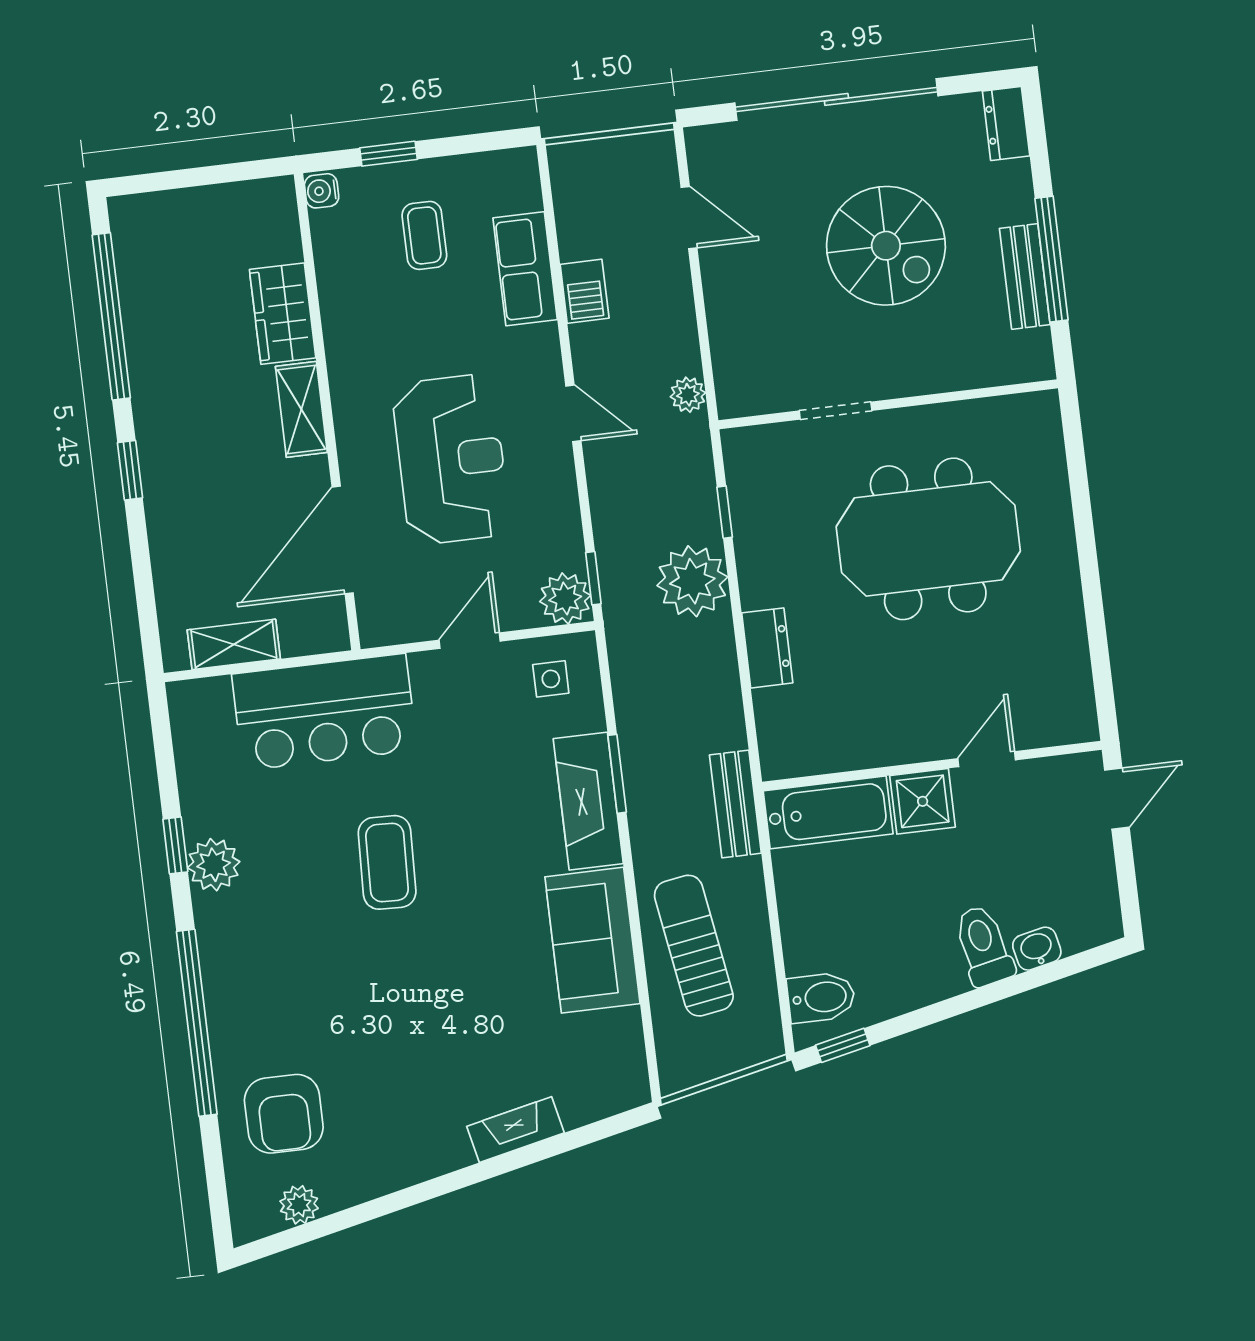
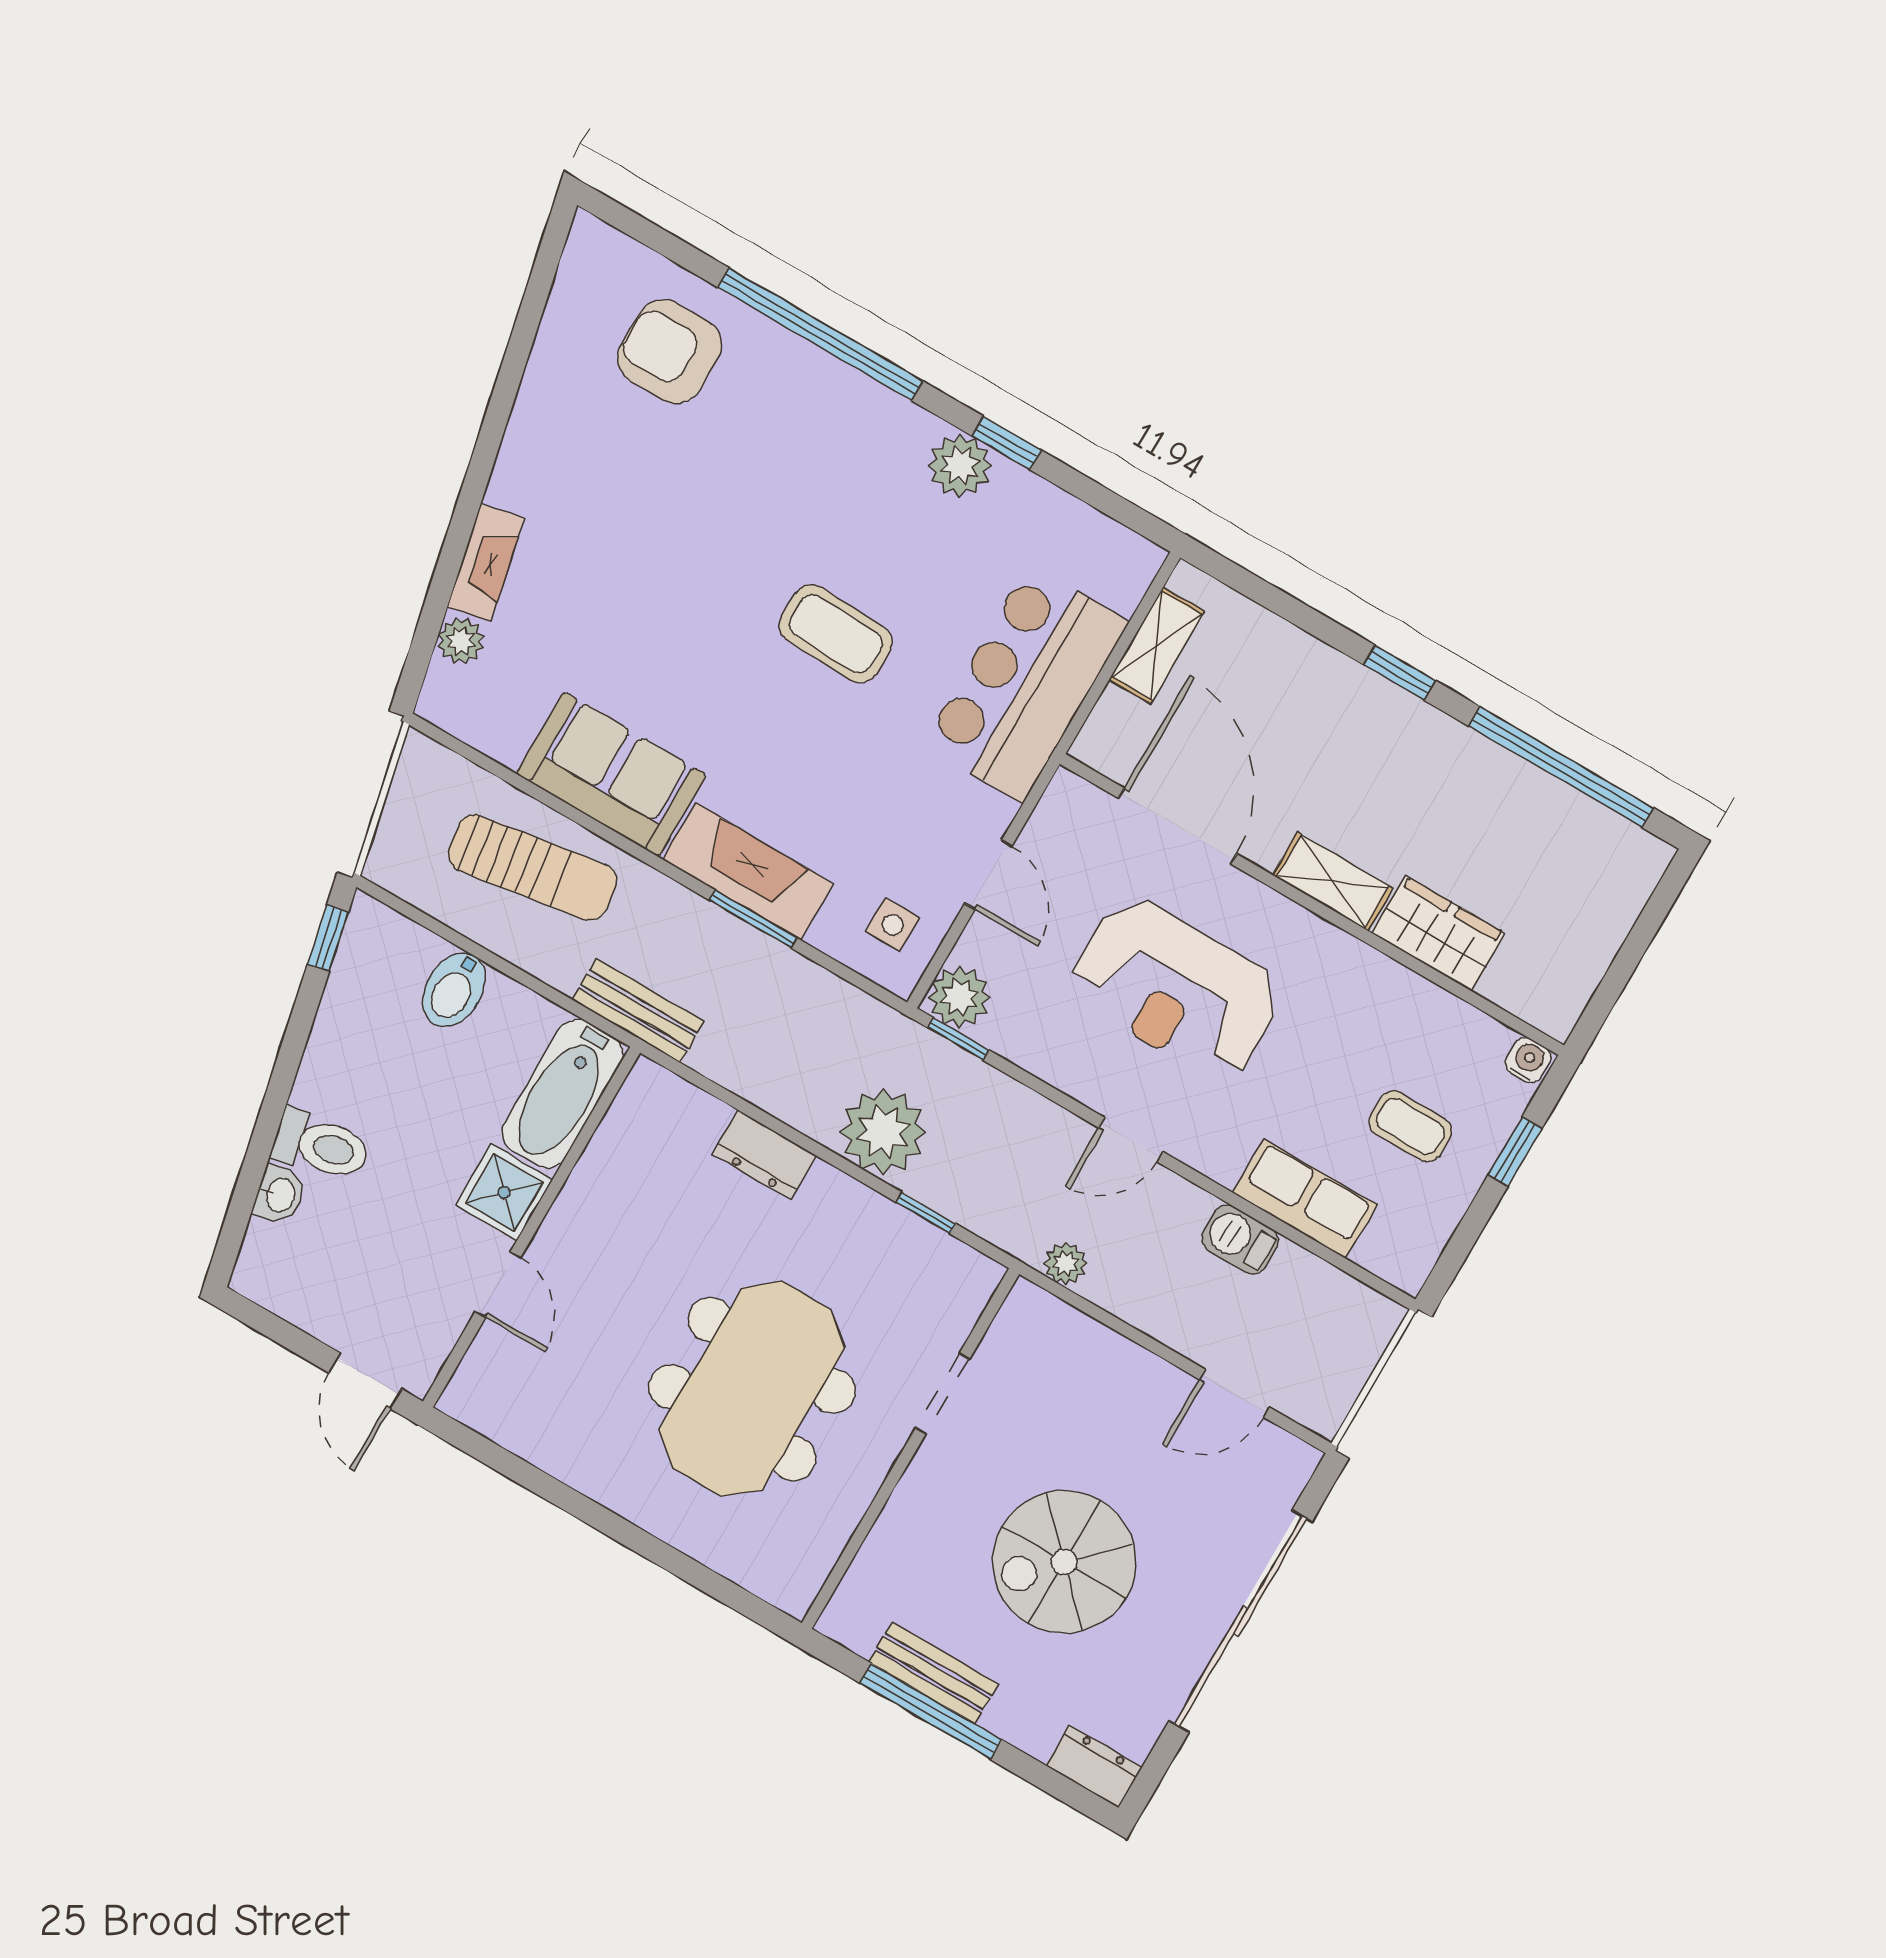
bidet: (821, 997) -> (454, 990), moved
plant: (299, 1205) -> (461, 641), moved

